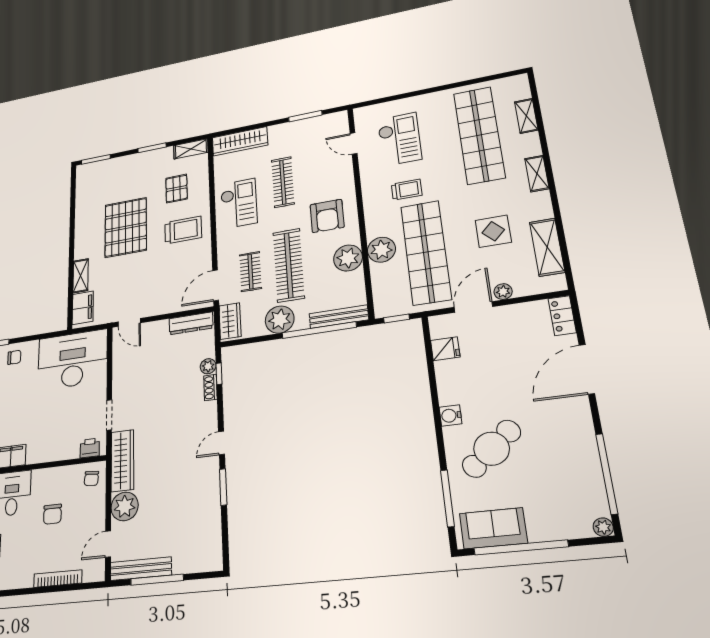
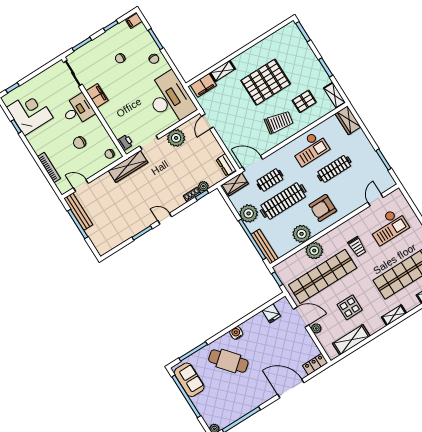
wardrobe: (240, 141) -> (348, 120), width x0.67
trolley: (183, 230) -> (279, 122), turned -80
dresser: (191, 323) -> (226, 165), width x0.70
plant: (125, 506) -> (176, 138), moved

